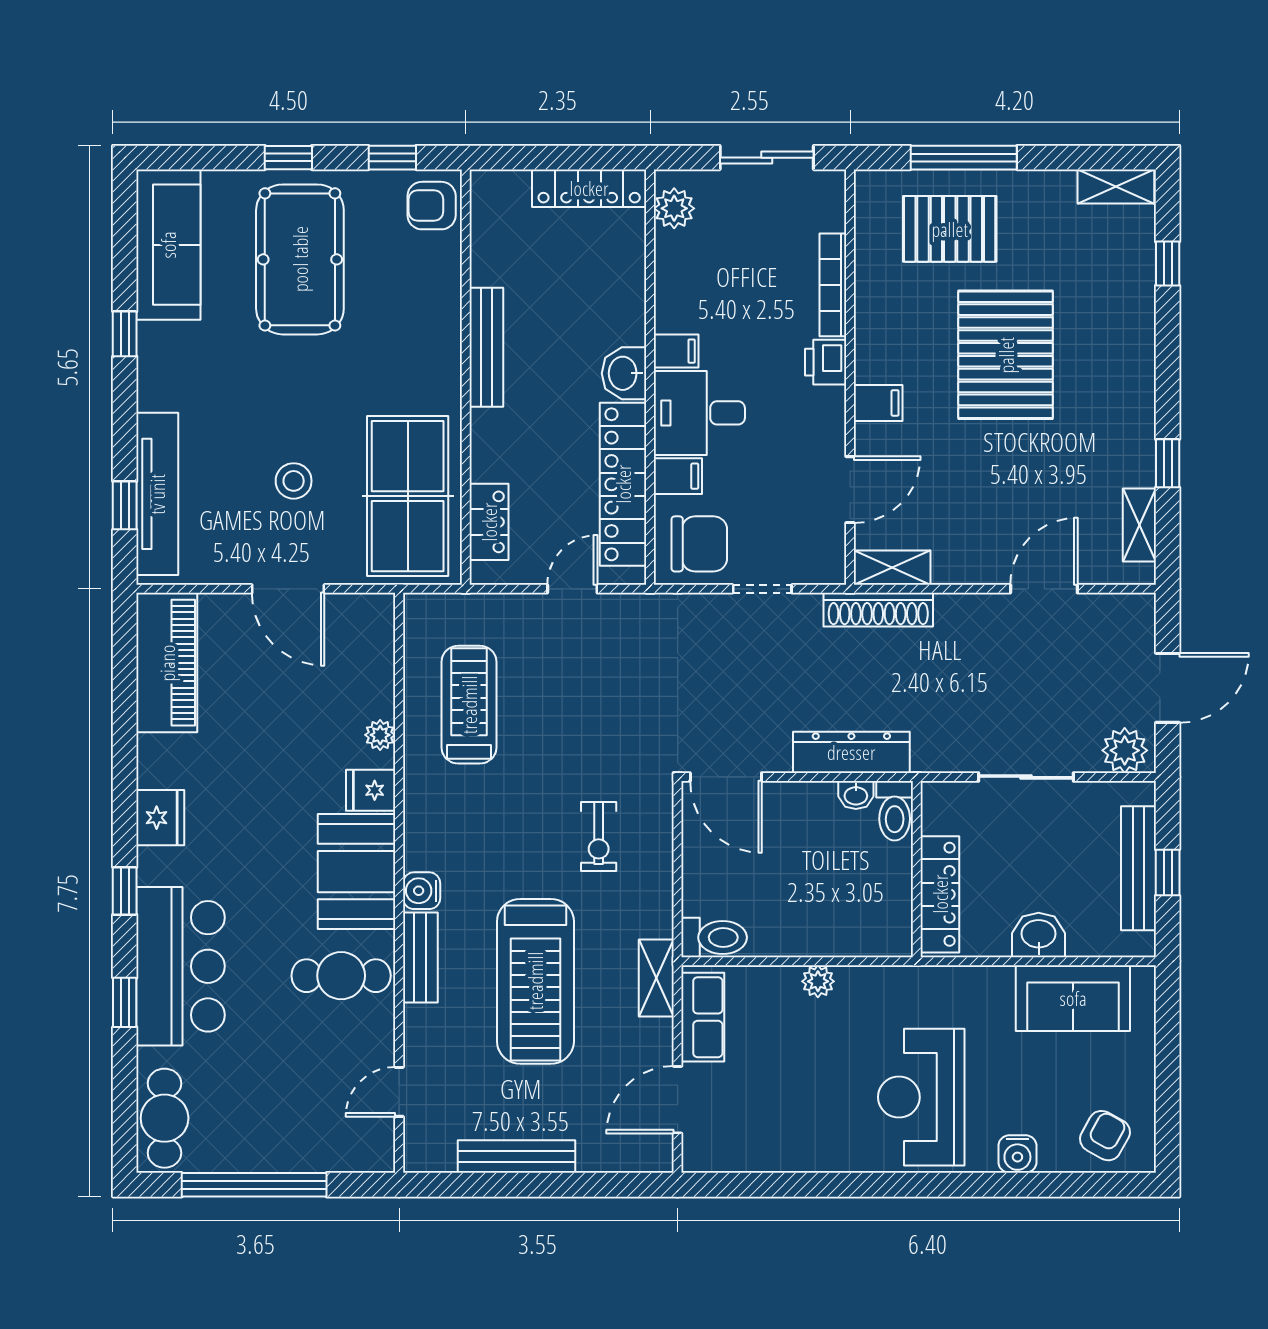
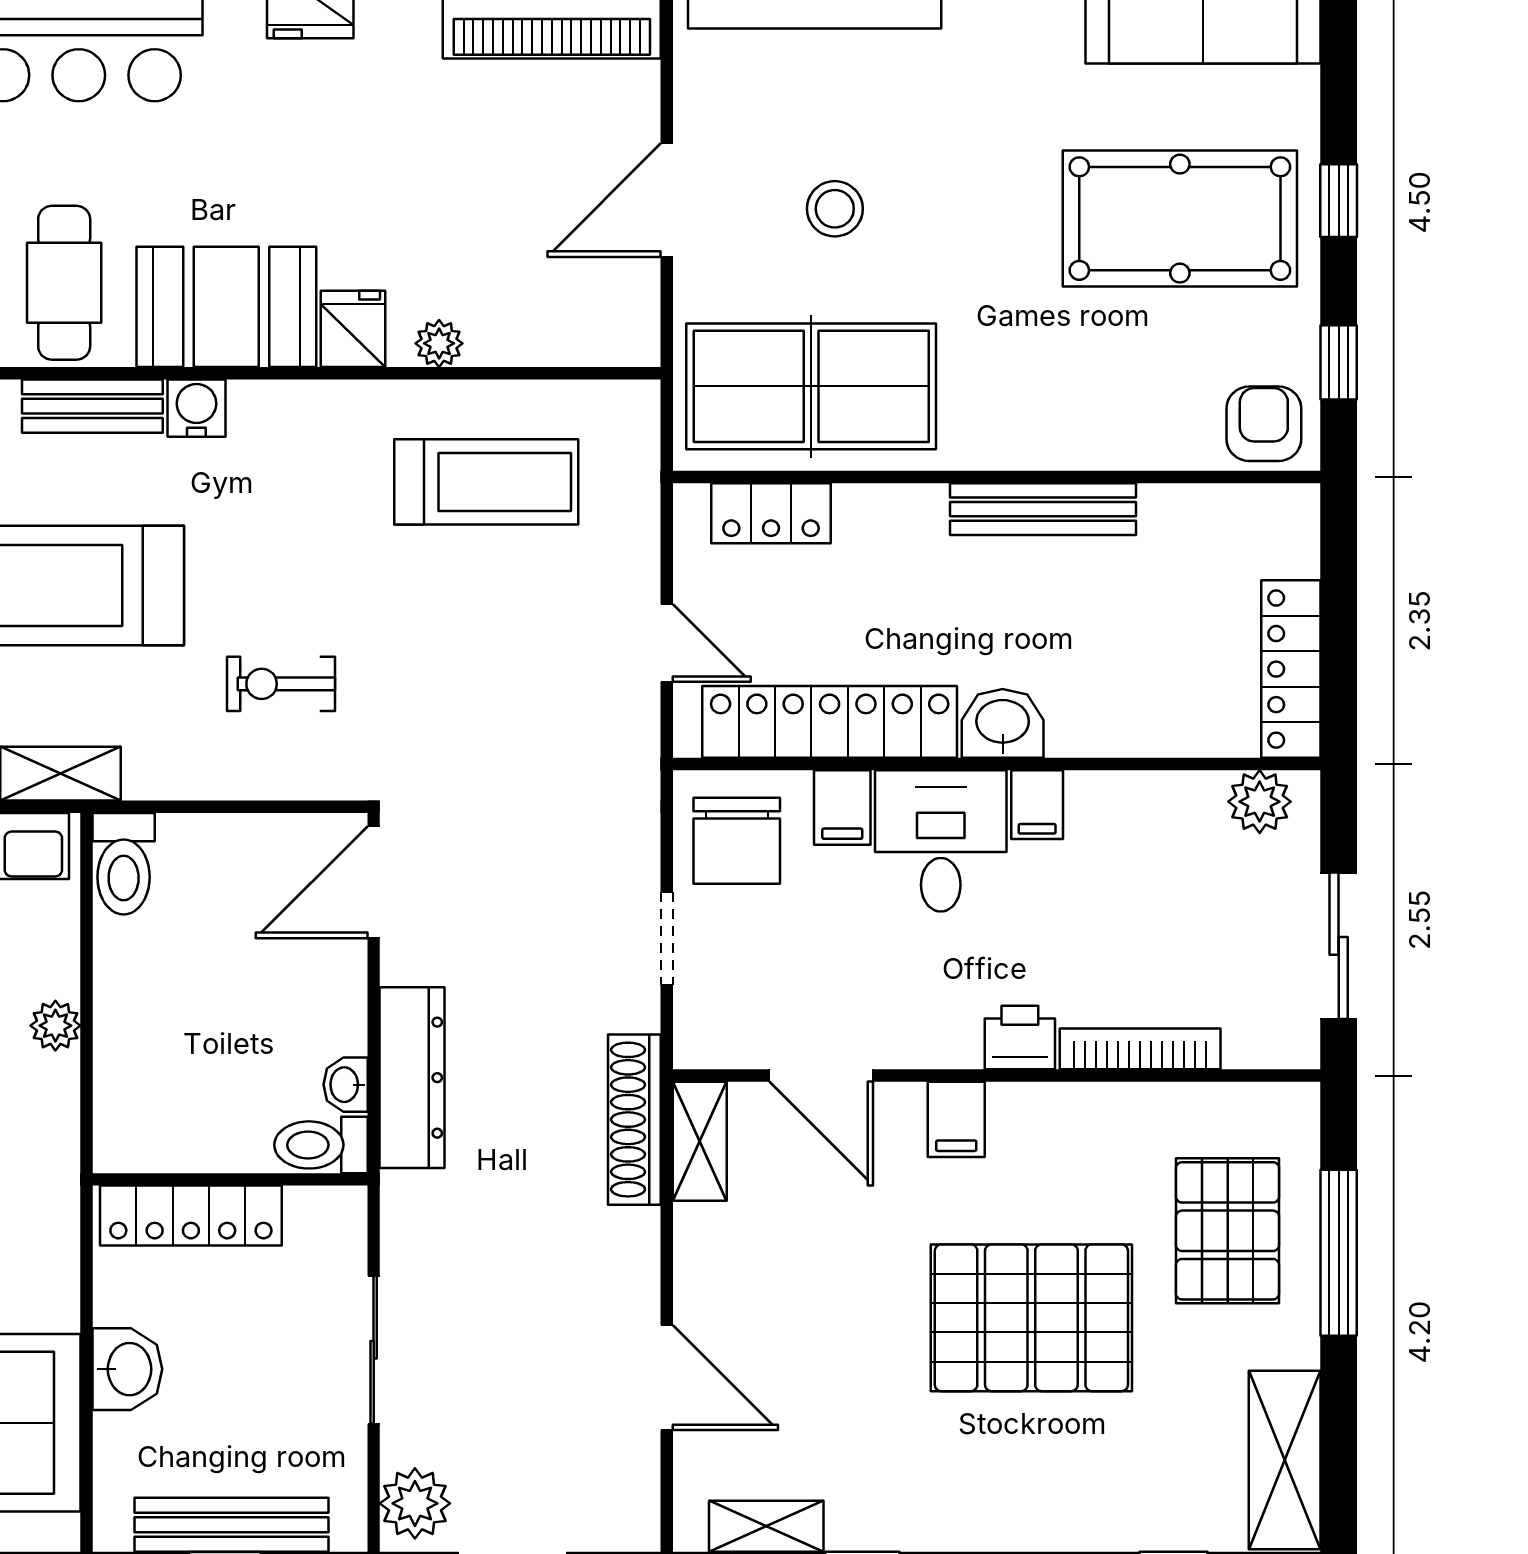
shelving: (1116, 186) -> (1285, 1460), width x1.50, depth x1.33

